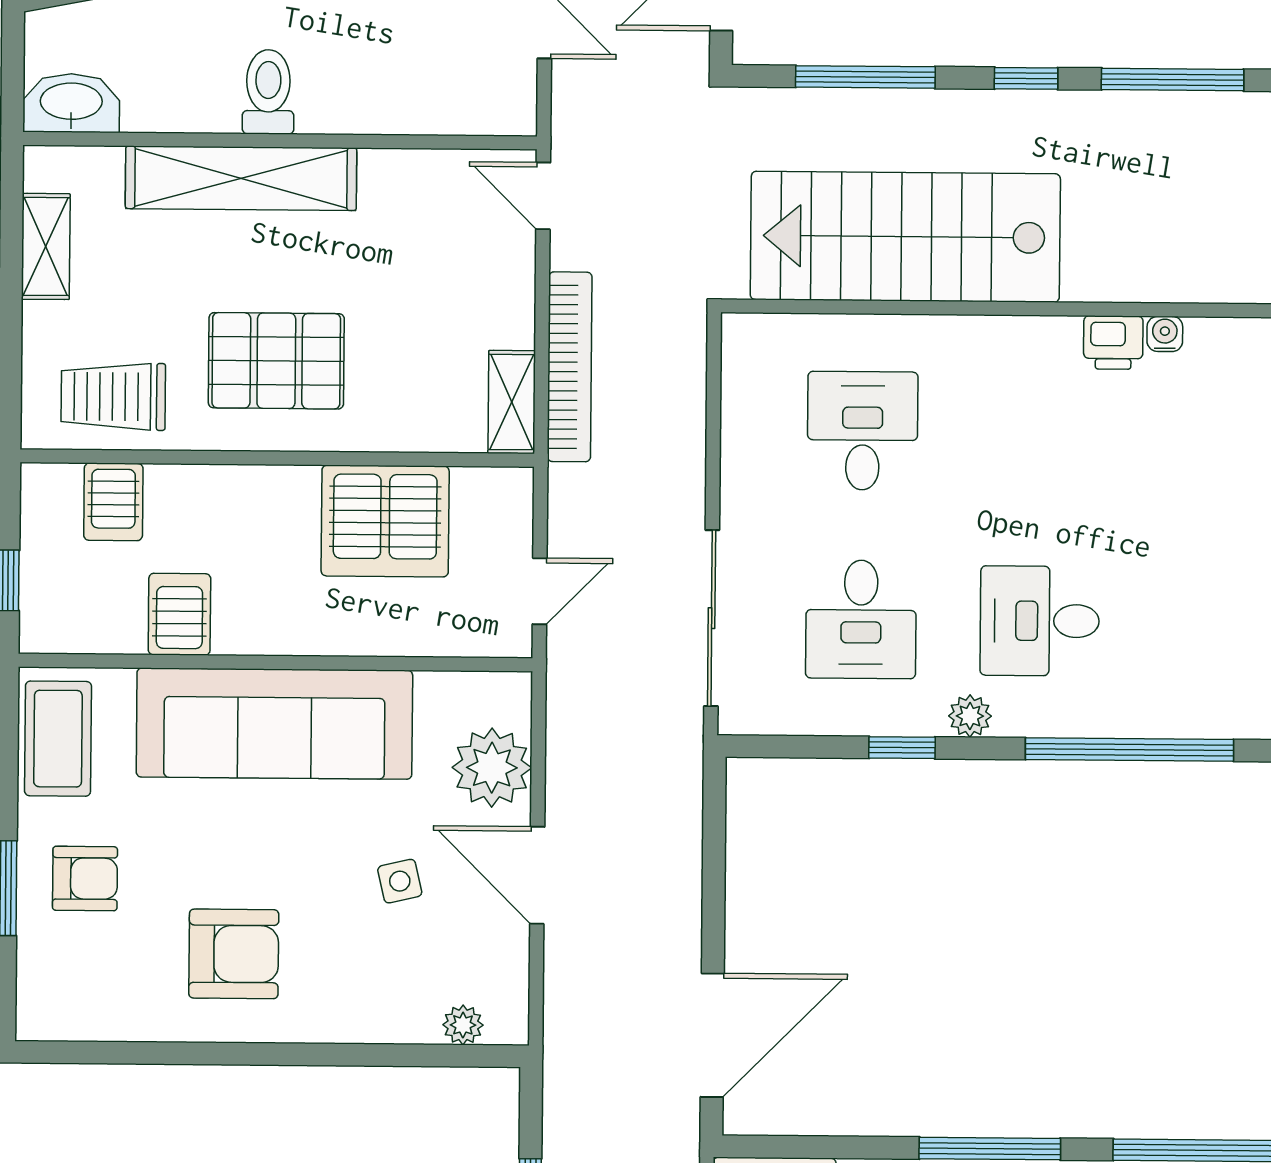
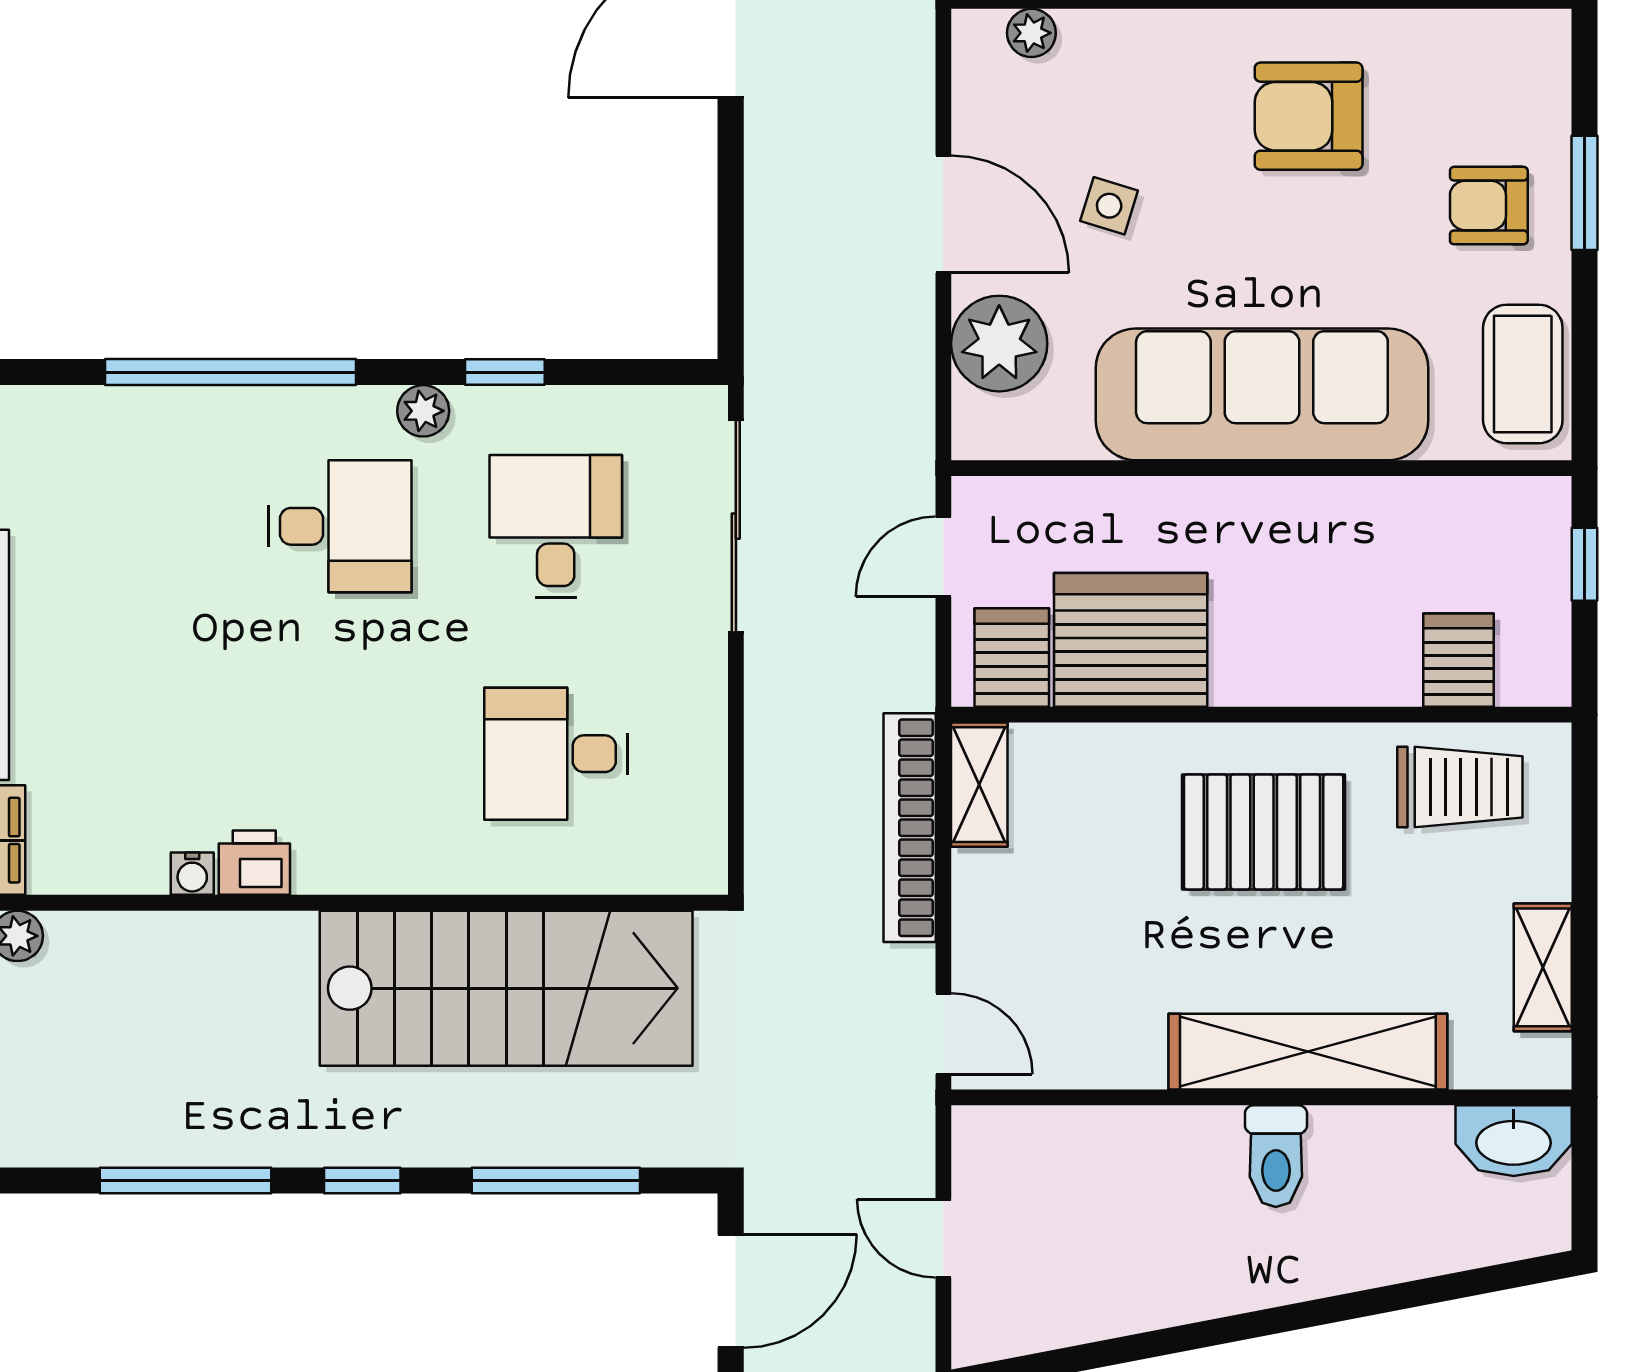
desk: (863, 431) -> (556, 754), turned 90
server rack: (179, 614) -> (1012, 657), moved, turned 180
side table: (400, 881) -> (1109, 206), turned 30

